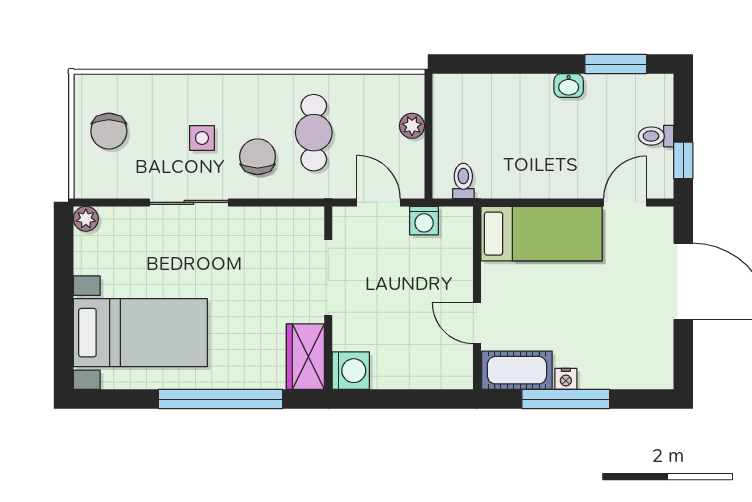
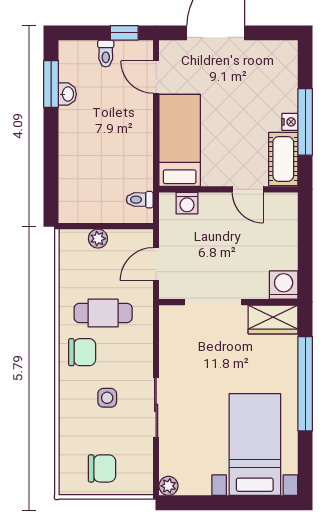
washbasin: (569, 86) -> (67, 94), moved
chair: (258, 157) -> (82, 352), moved, turned 180
washing machine: (424, 221) -> (187, 203), moved, turned 90
door: (477, 323) -> (248, 189), hinge flipped

